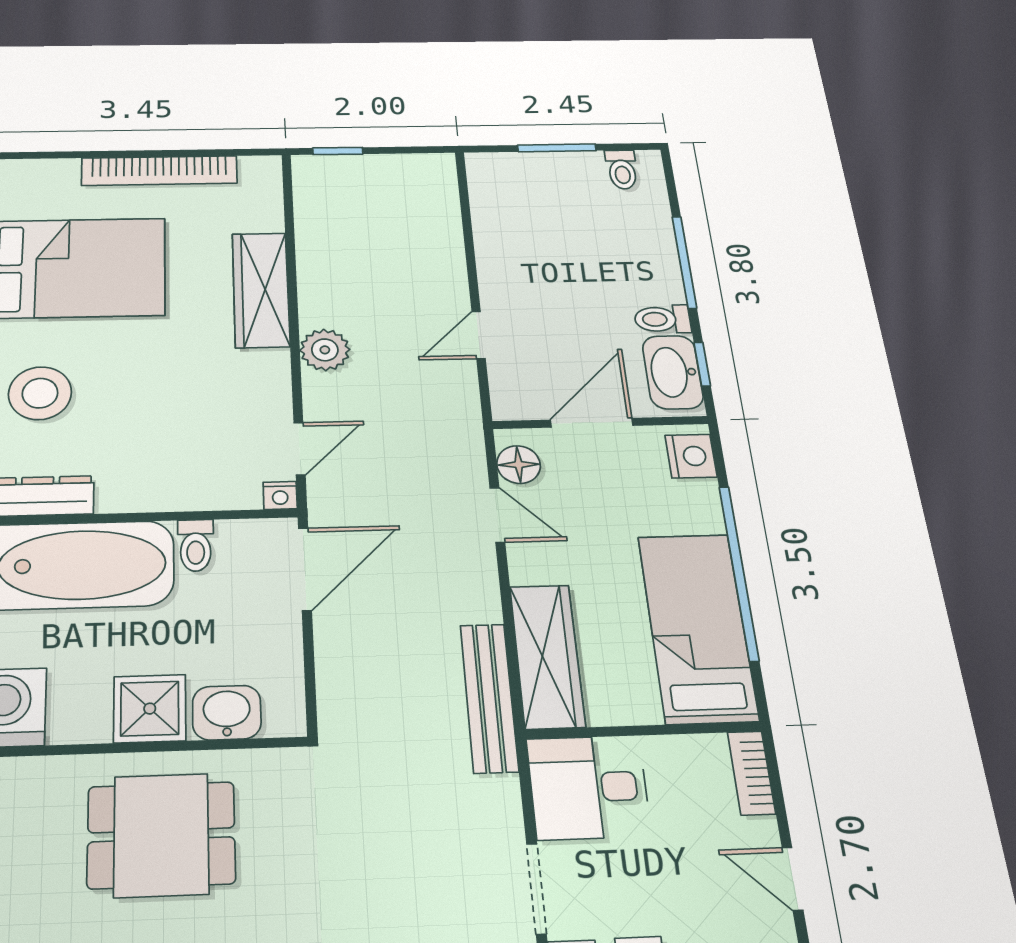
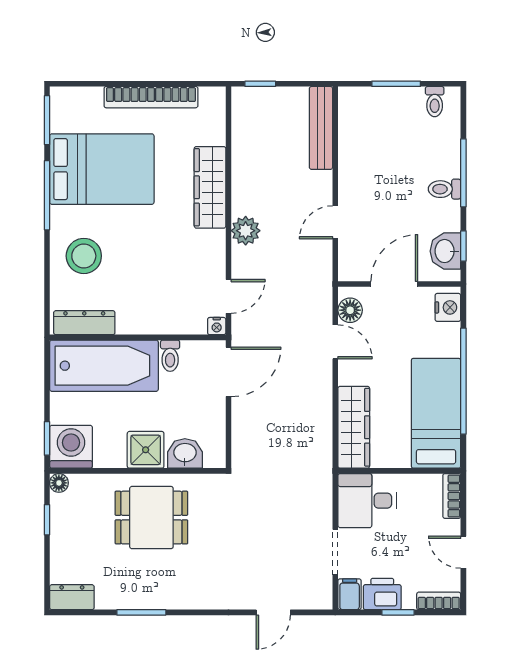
toilet: (662, 319) -> (445, 189), moved
washbasin: (673, 372) -> (445, 251), width x0.72
bench: (489, 697) -> (321, 128), moved

